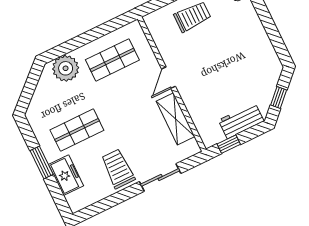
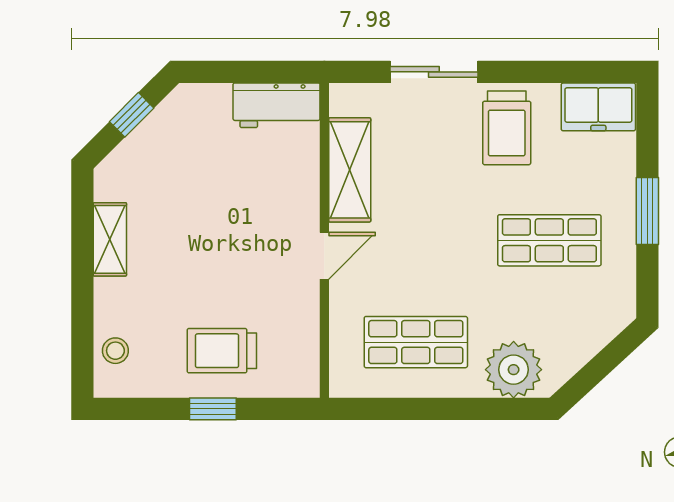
shelving: (262, 41) -> (110, 239), added
workbench: (241, 121) -> (277, 105), moved
window: (229, 144) -> (271, 72), removed
freezer: (66, 175) -> (598, 107), moved, turned -90

